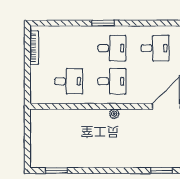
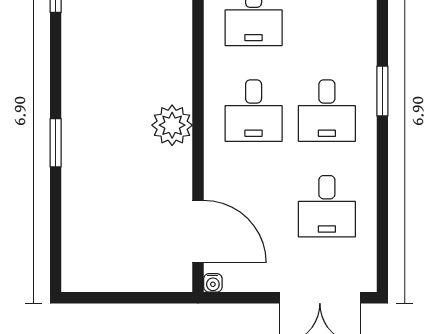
plant: (114, 114) -> (172, 125), width x1.88, depth x1.88
window: (162, 171) -> (56, 143), moved

